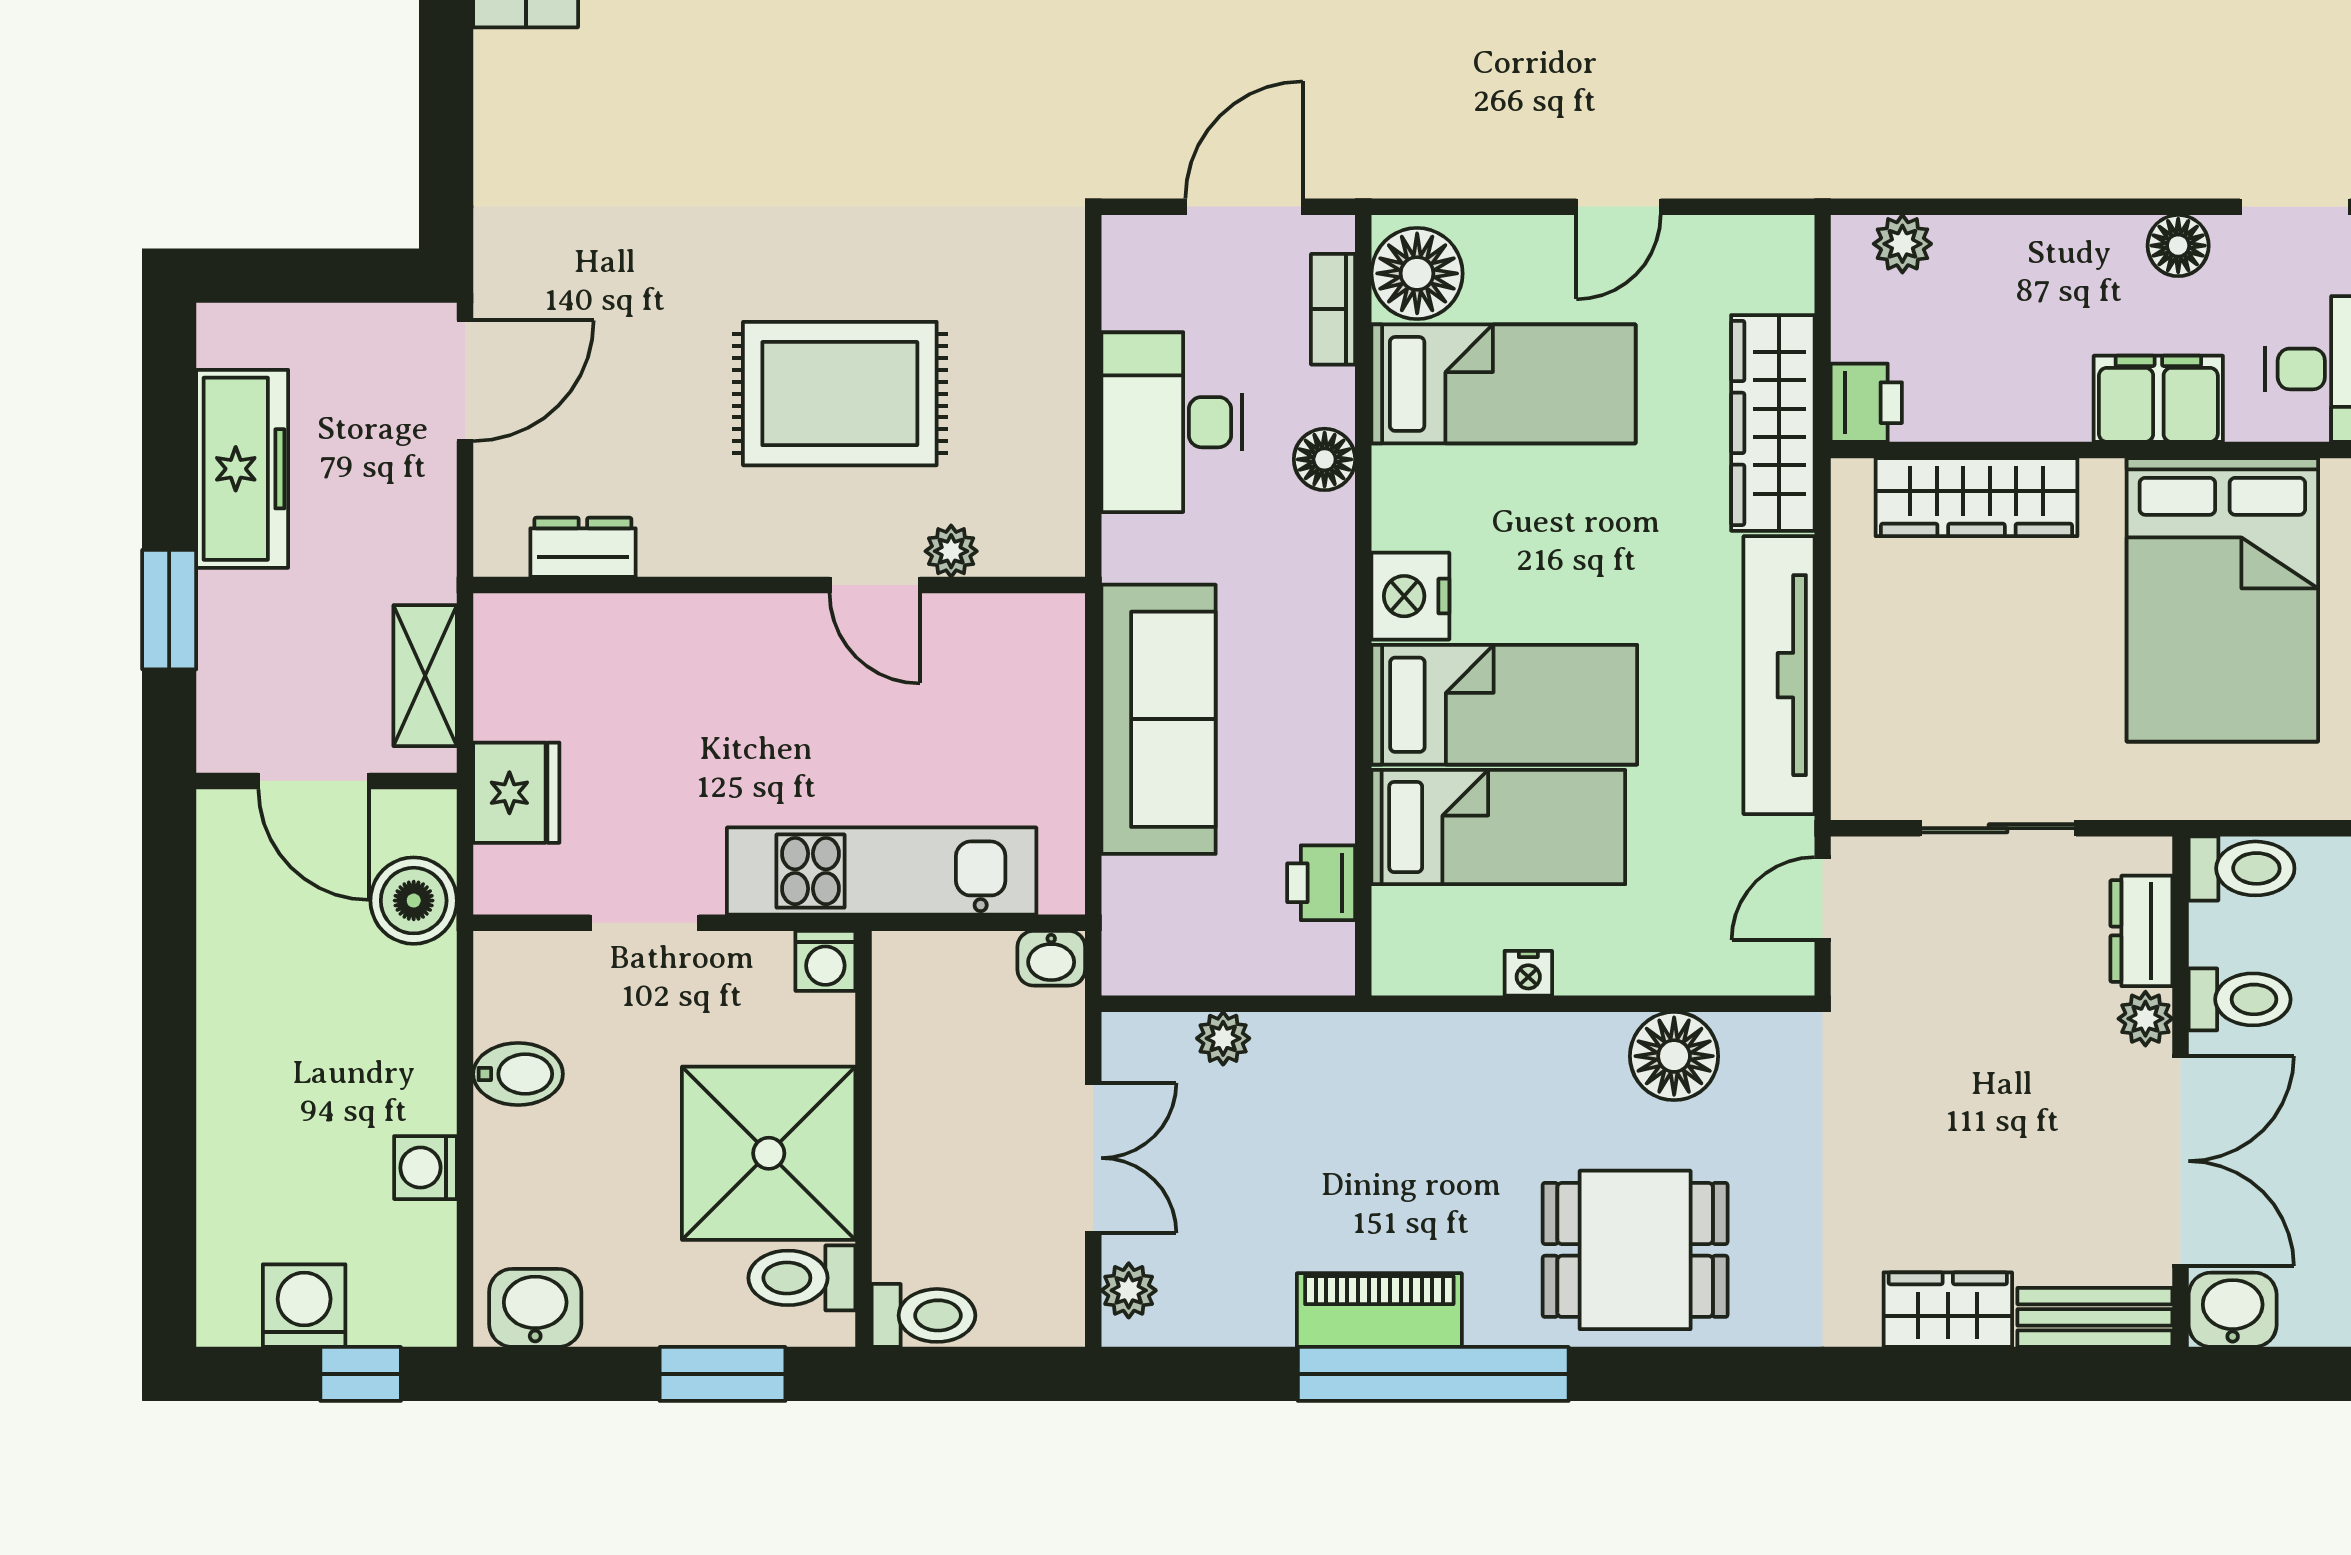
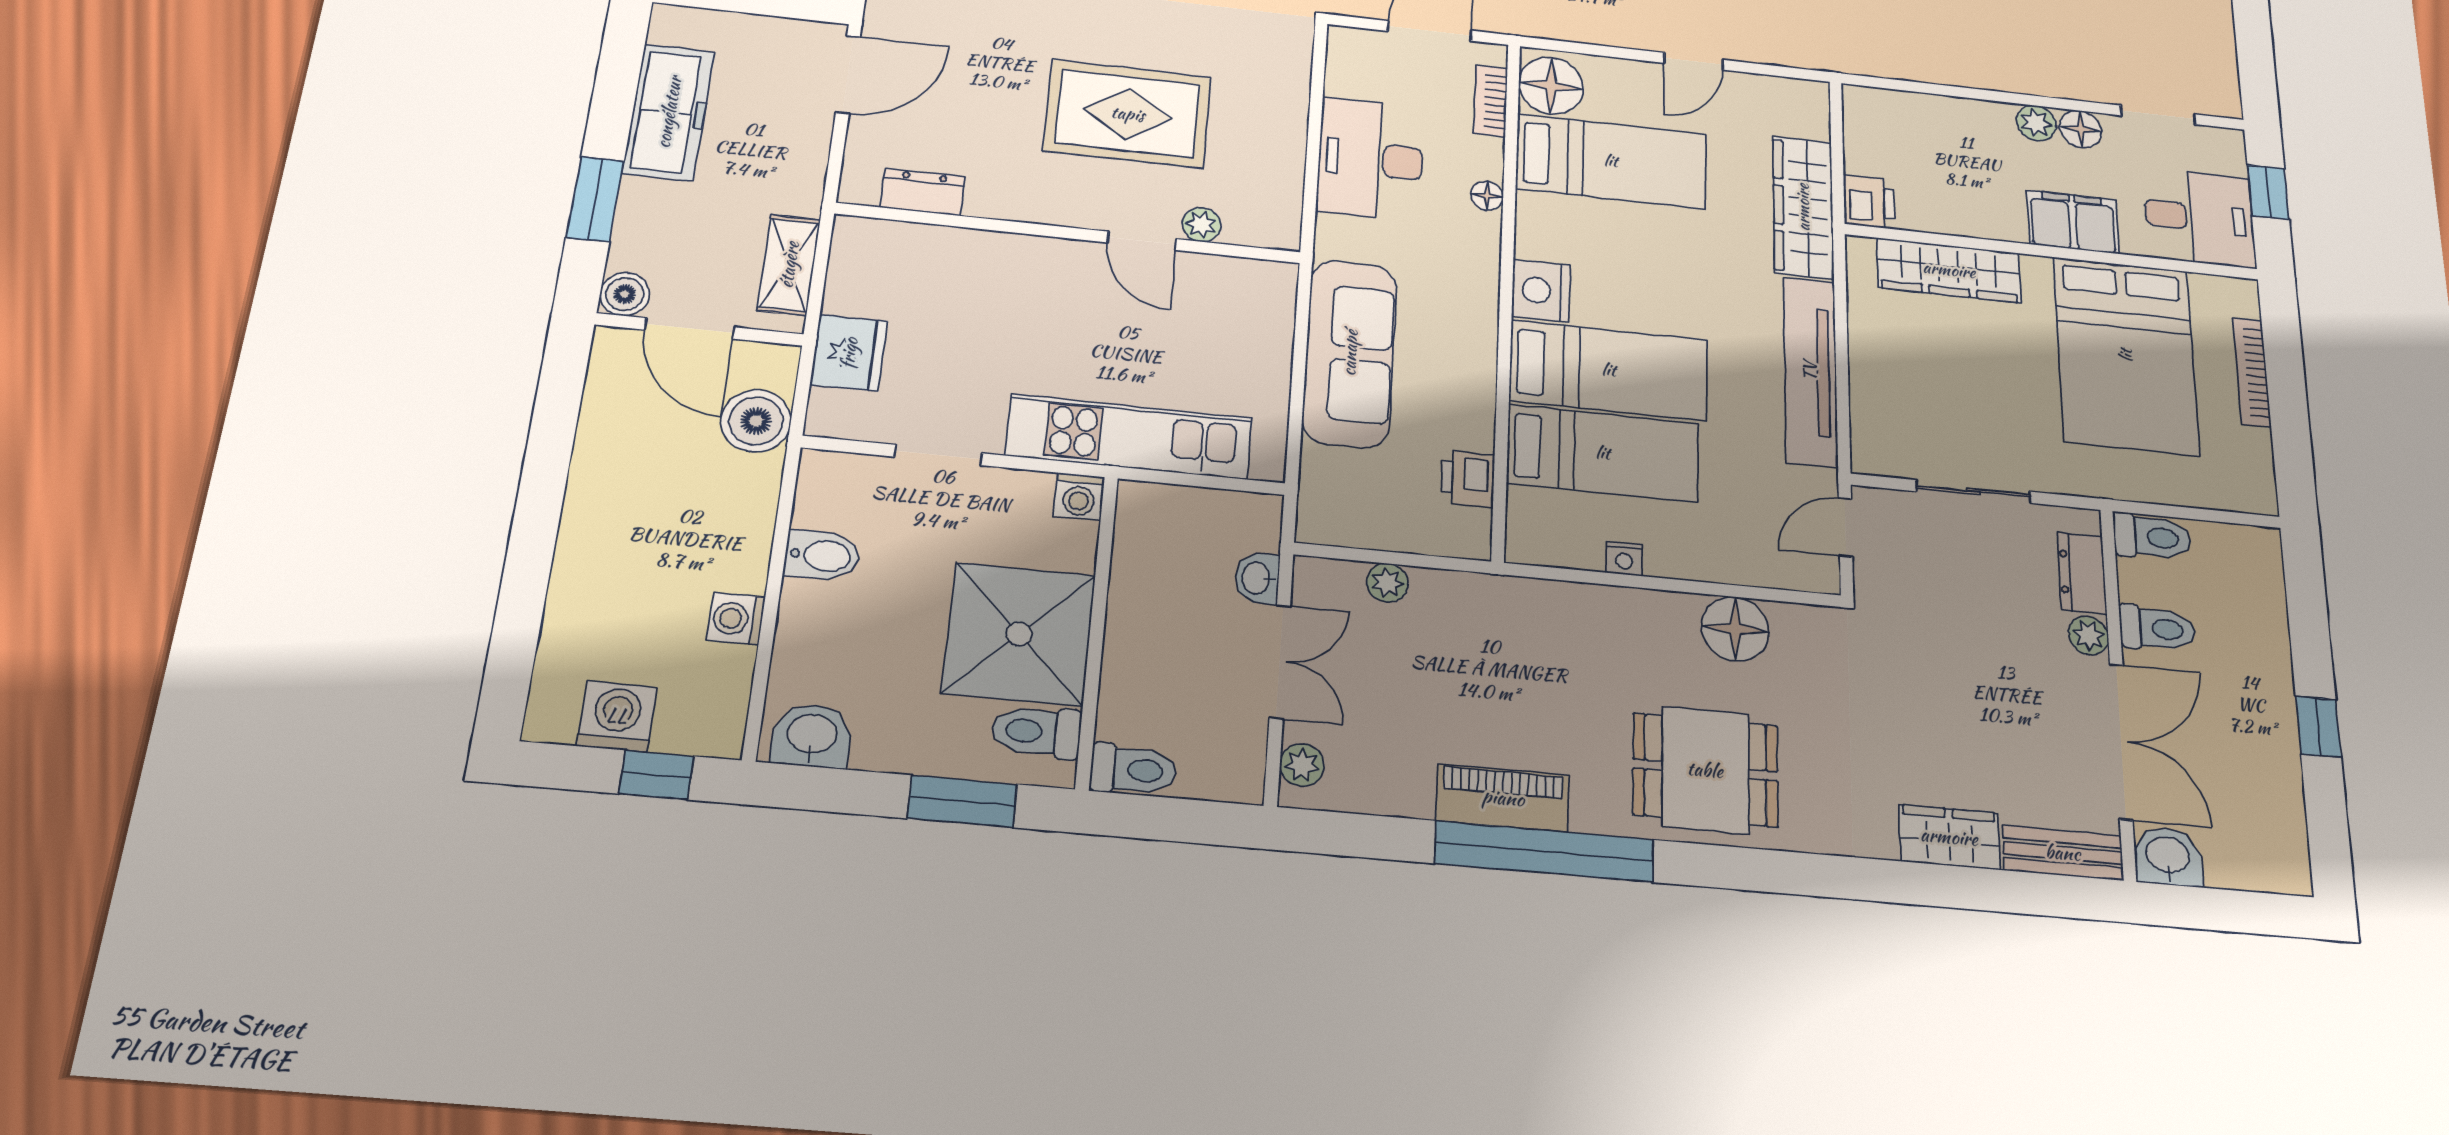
plant: (1902, 244) -> (2036, 123), moved
floor lamp: (1325, 459) -> (1487, 196), width x0.73, depth x0.73
boiler: (227, 742) -> (625, 294), added
washbasin: (1051, 958) -> (1257, 578), moved, turned 90

